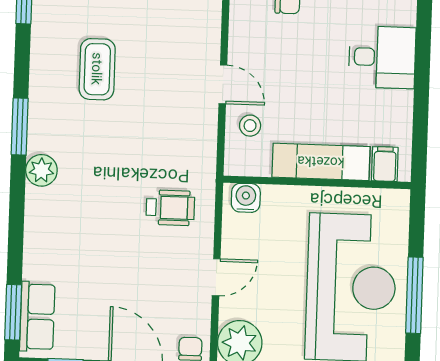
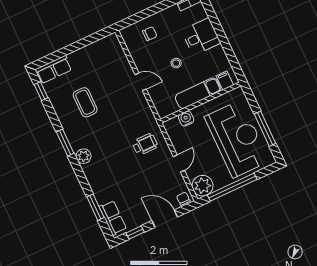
stool: (250, 126) -> (176, 63), moved
water cooler: (246, 198) -> (186, 119), moved
window: (13, 312) -> (95, 207), moved

